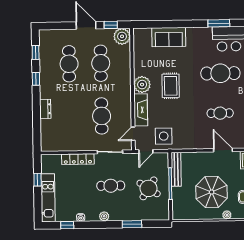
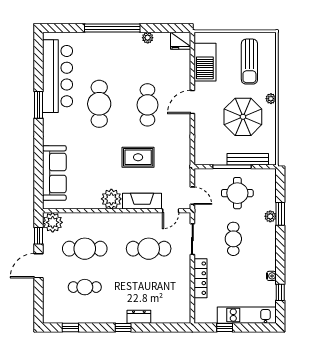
sofa: (169, 37) -> (54, 173), width x1.36
cafe table: (69, 64) -> (85, 287), width x0.73, depth x0.74
window: (36, 79) -> (123, 327), moved
rug: (171, 86) -> (138, 157), moved
cafe table: (220, 113) -> (147, 105), width x1.37, depth x1.35
door: (133, 134) -> (171, 211), hinge flipped
side table: (164, 136) -> (174, 174), removed
bench: (176, 169) -> (248, 159), moved
round table: (149, 188) -> (237, 193), turned -33
plant: (104, 216) -> (270, 216), moved

